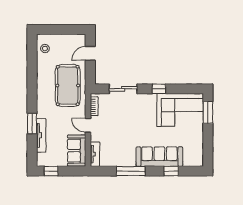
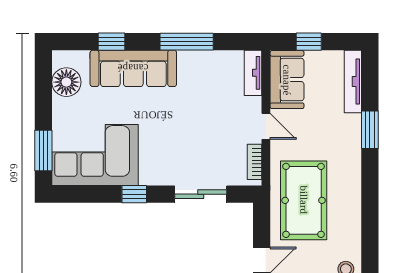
tv unit: (41, 135) -> (353, 81), moved
floor lamp: (195, 149) -> (66, 82), added
window: (51, 171) -> (309, 42), moved

